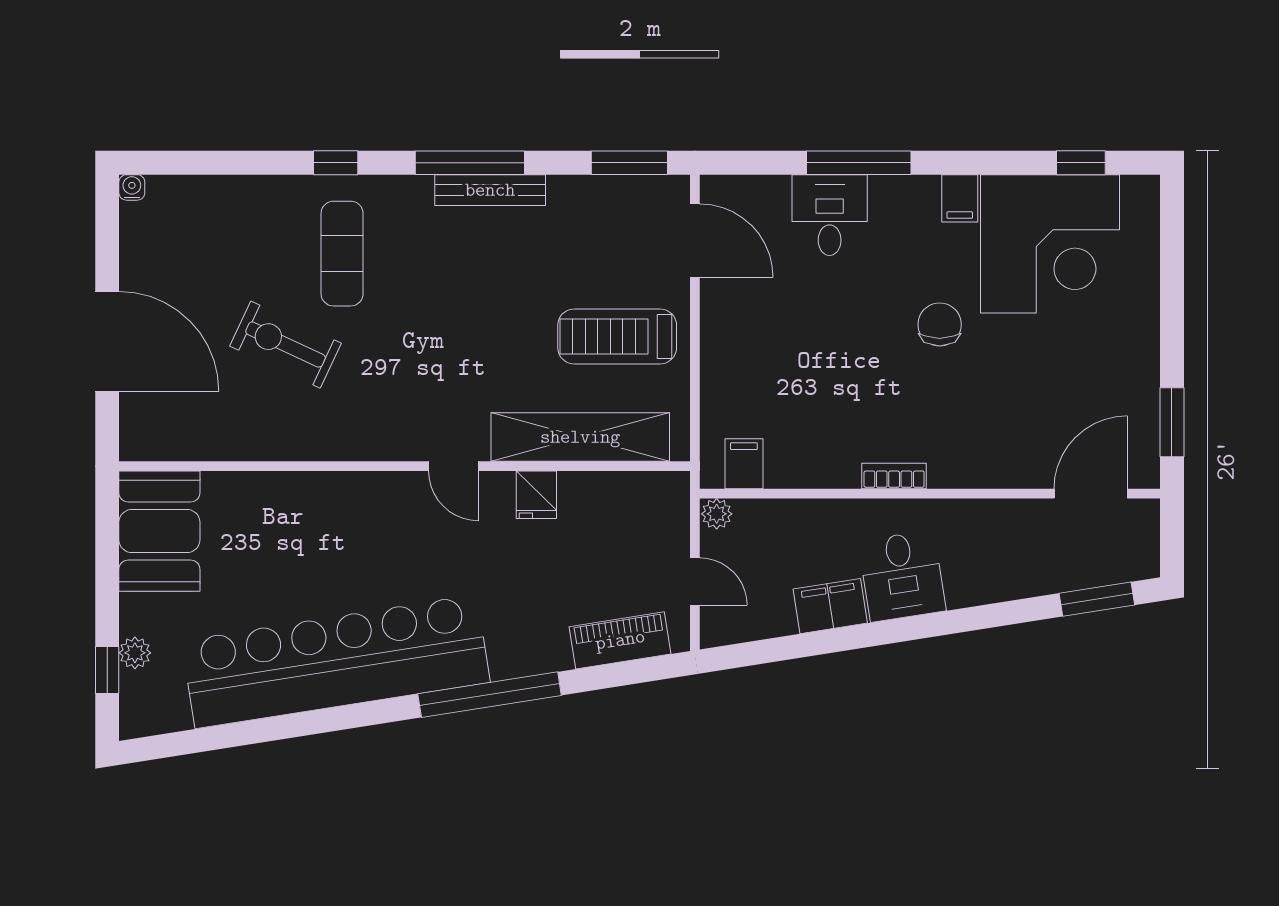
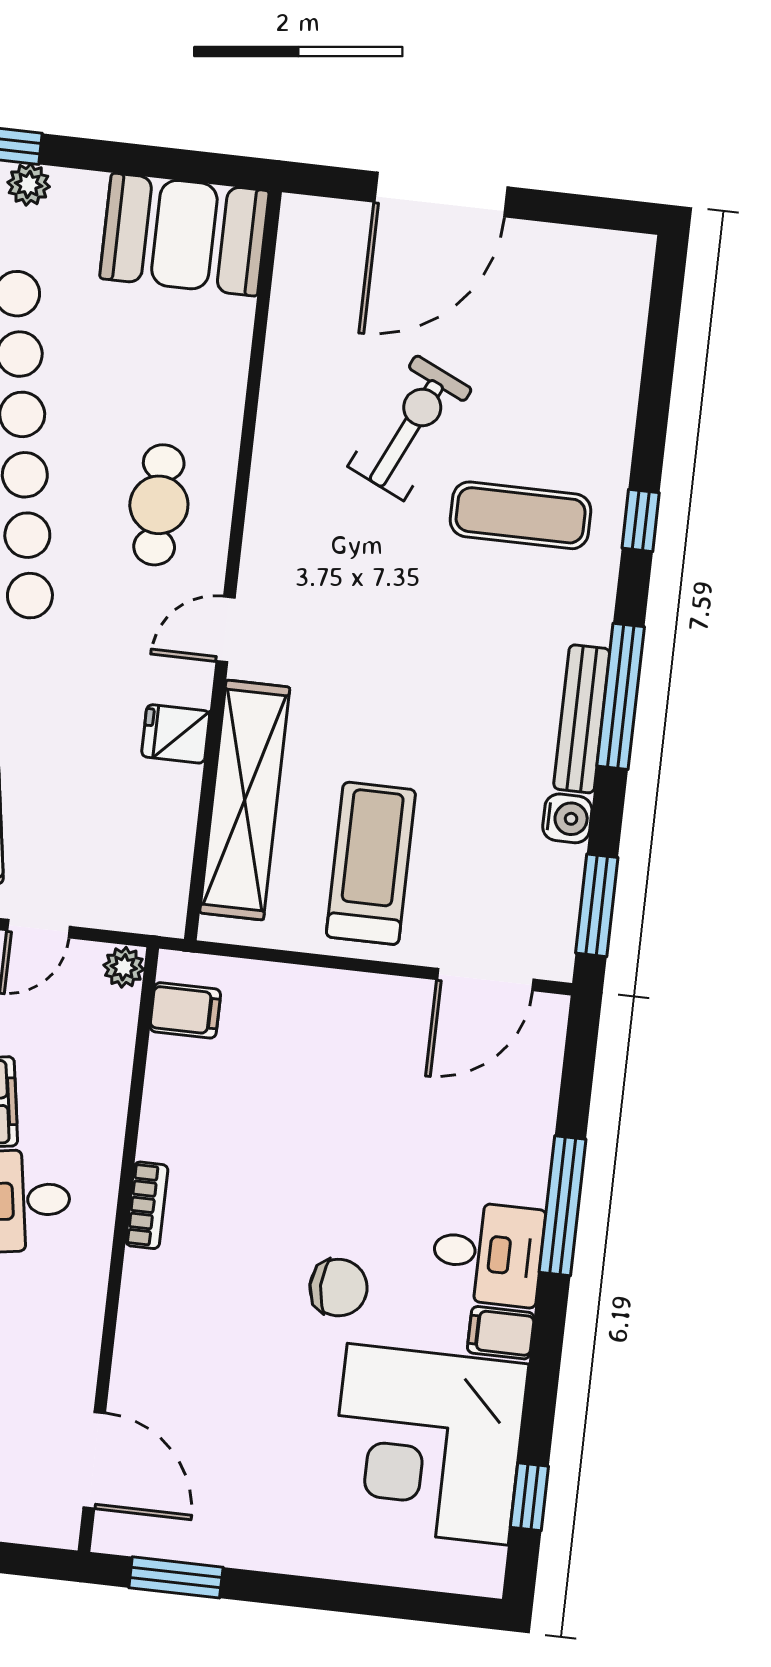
water cooler: (132, 187) -> (567, 818), moved, width x1.38, depth x1.38
desk: (830, 215) -> (488, 1253), moved
cafe table: (365, 527) -> (159, 505), added

